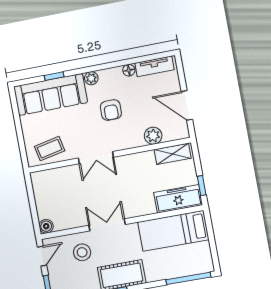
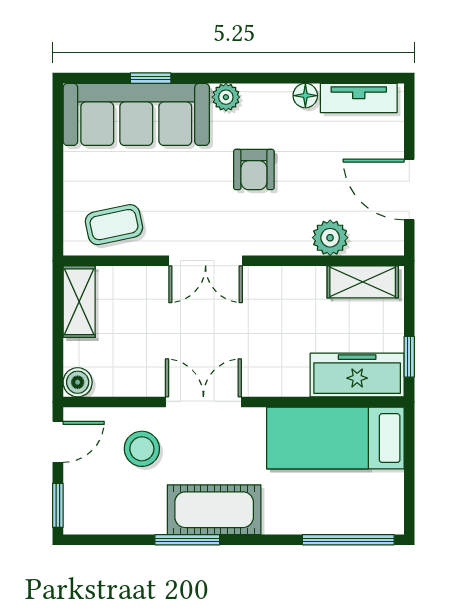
shelving: (40, 188) -> (79, 302), added

